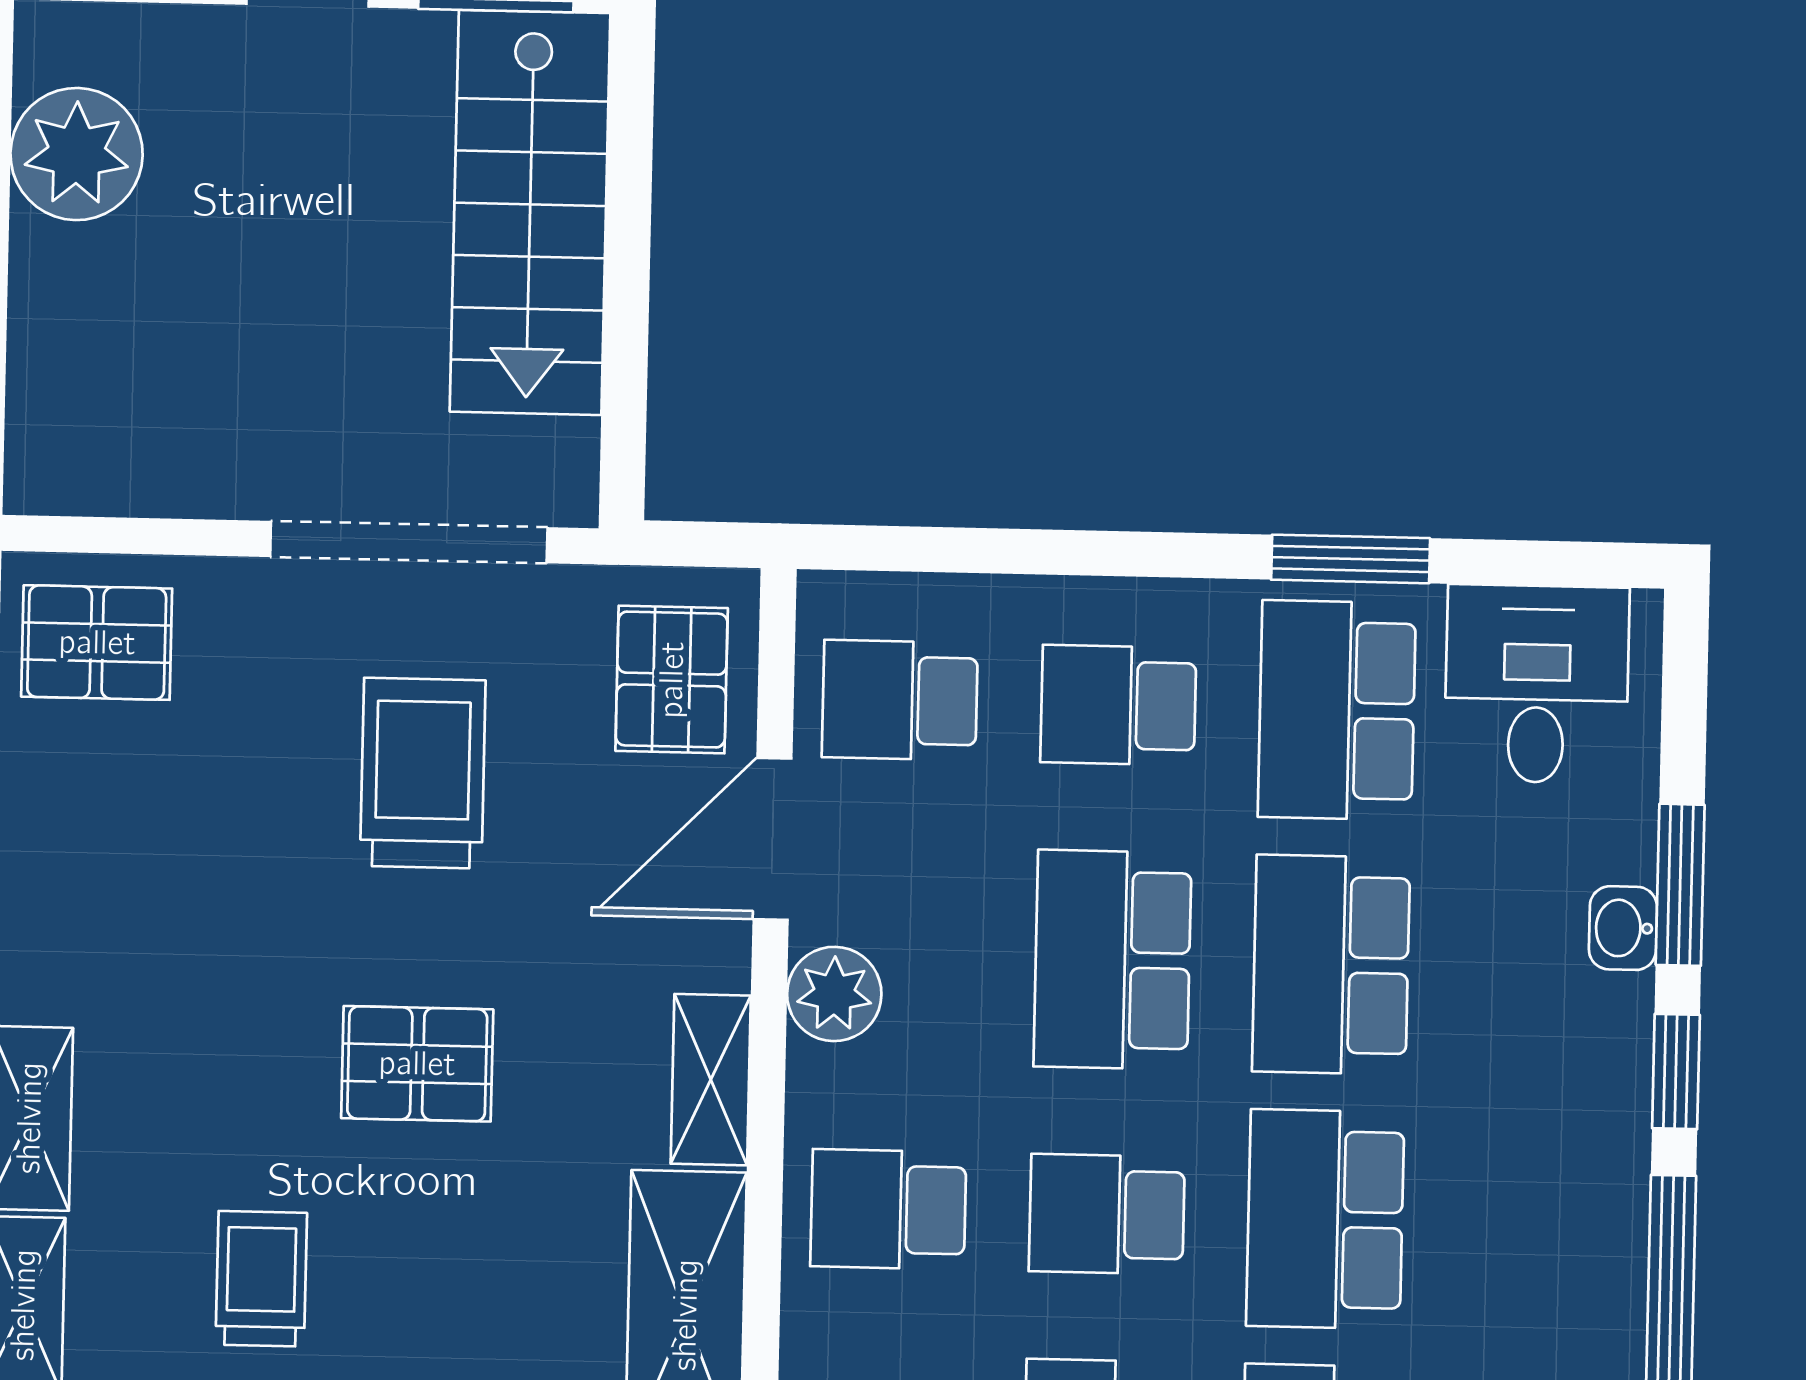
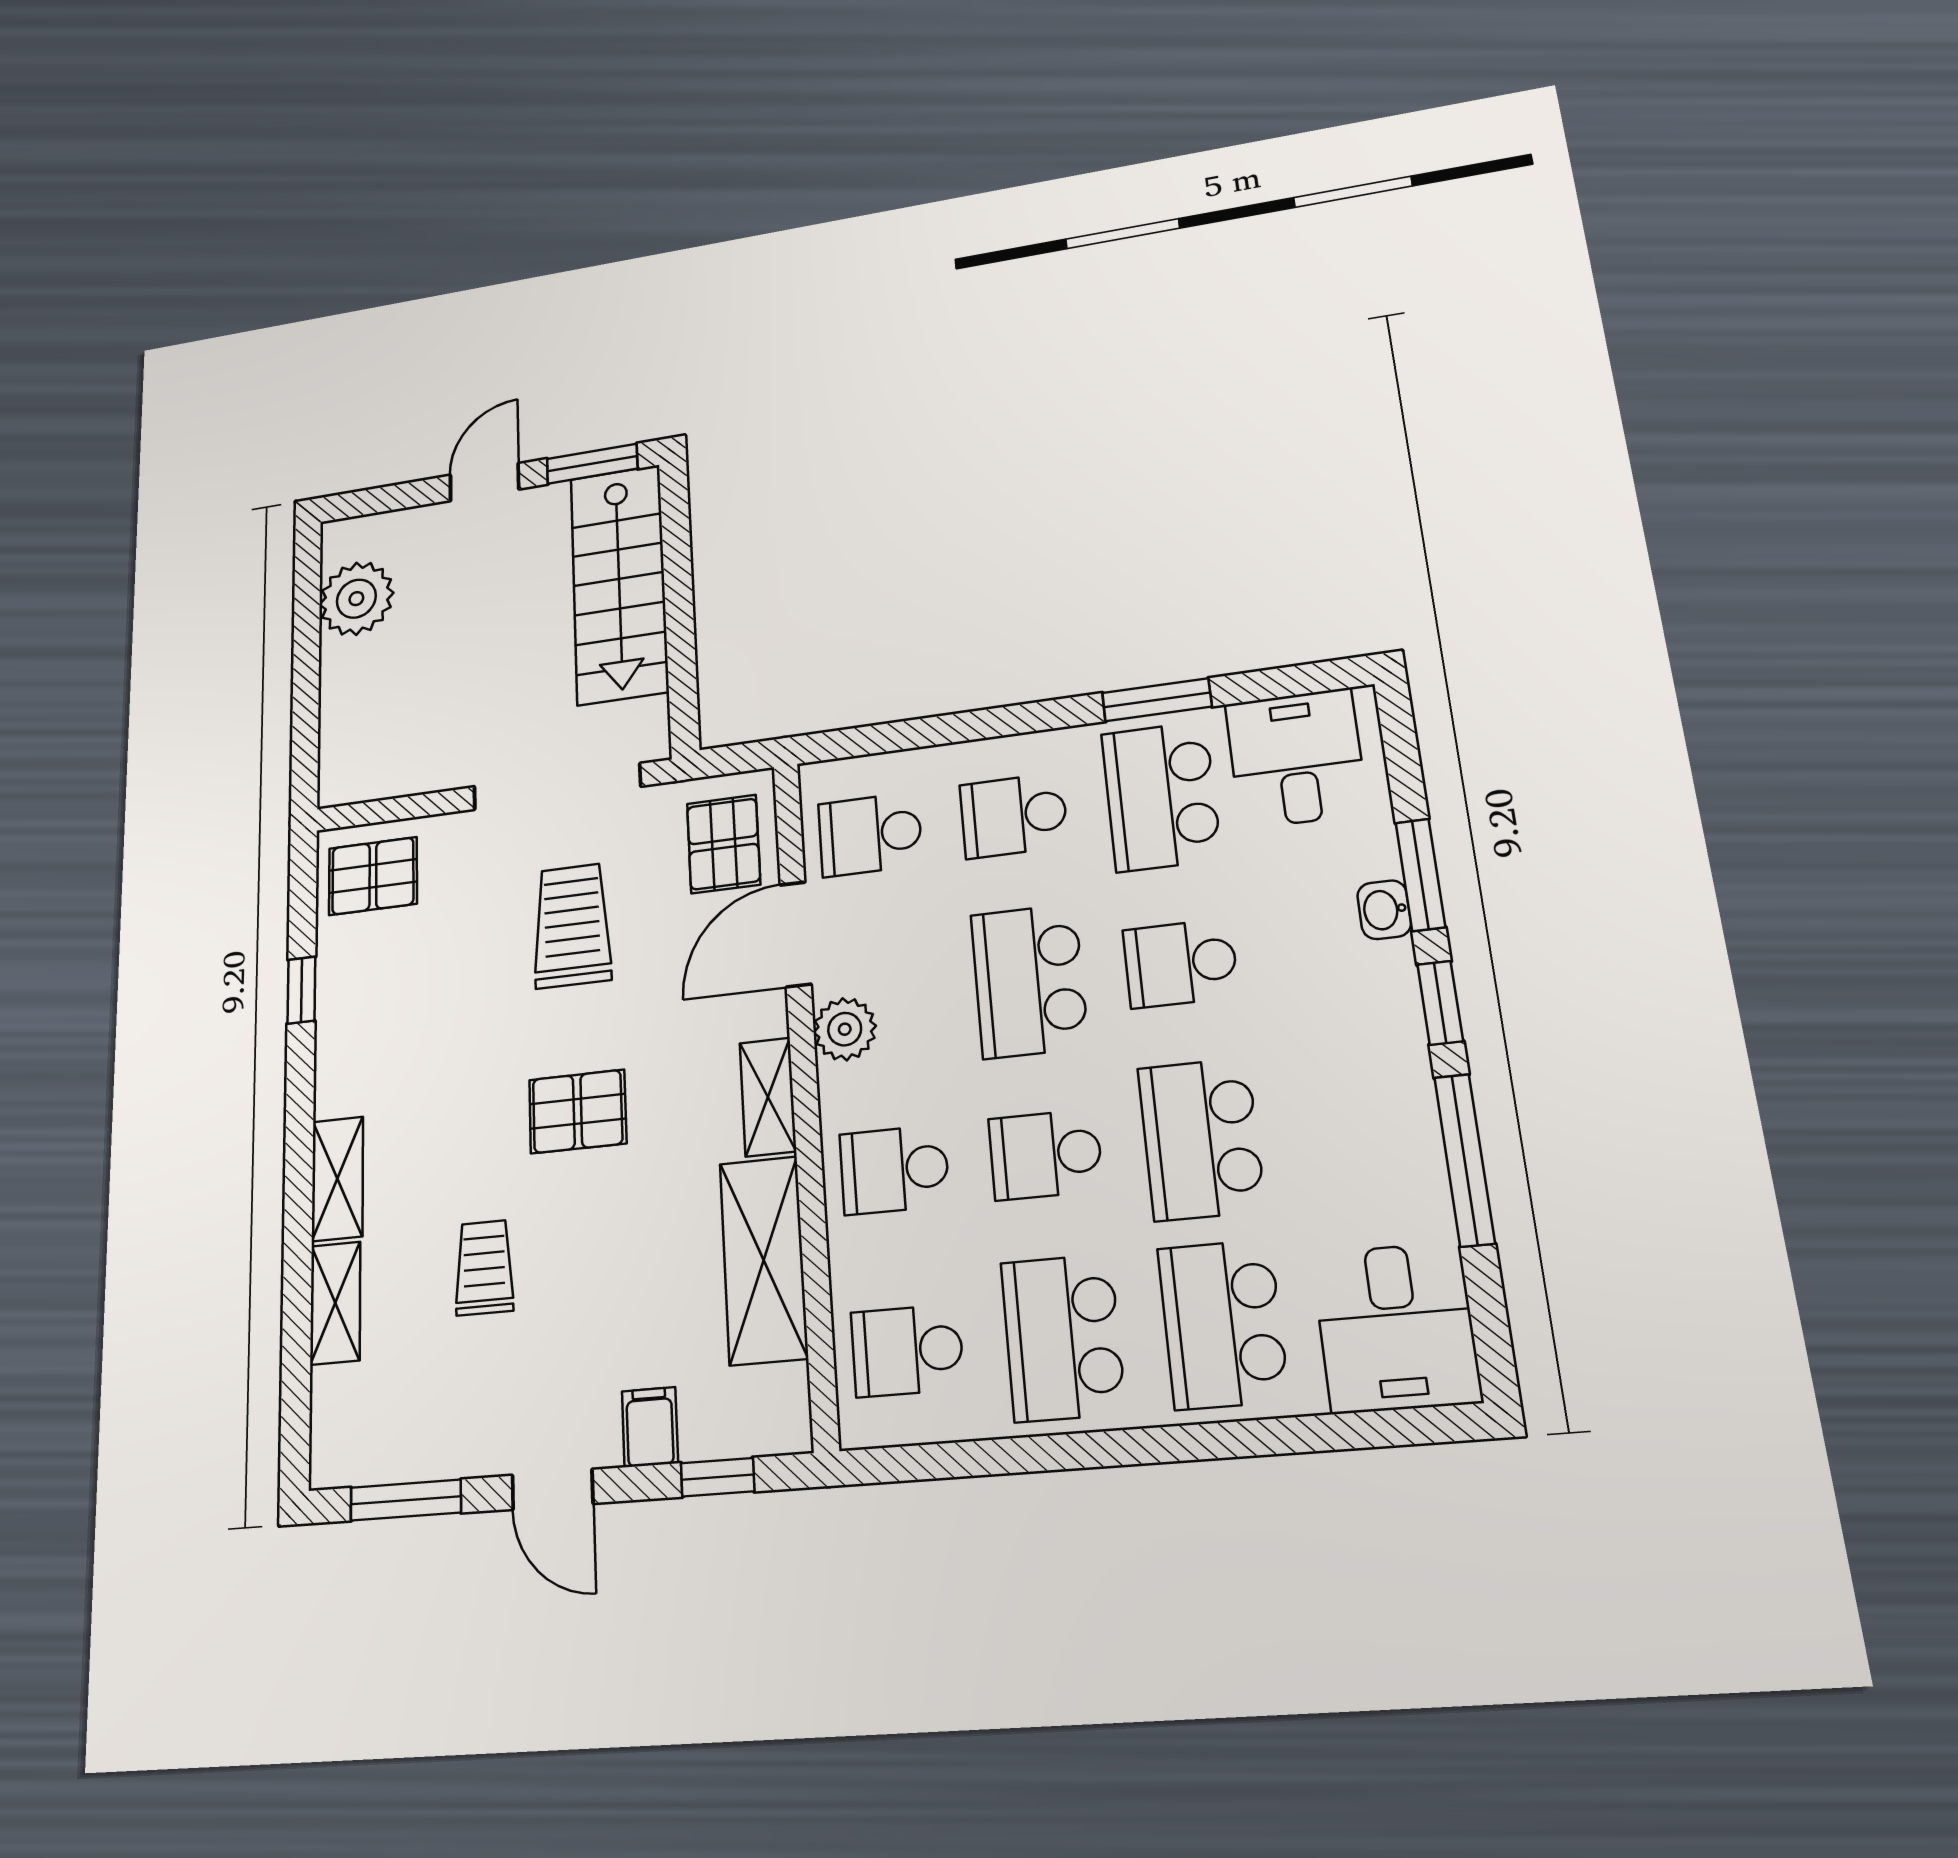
school desk: (1331, 965) -> (1181, 963), width x0.54

